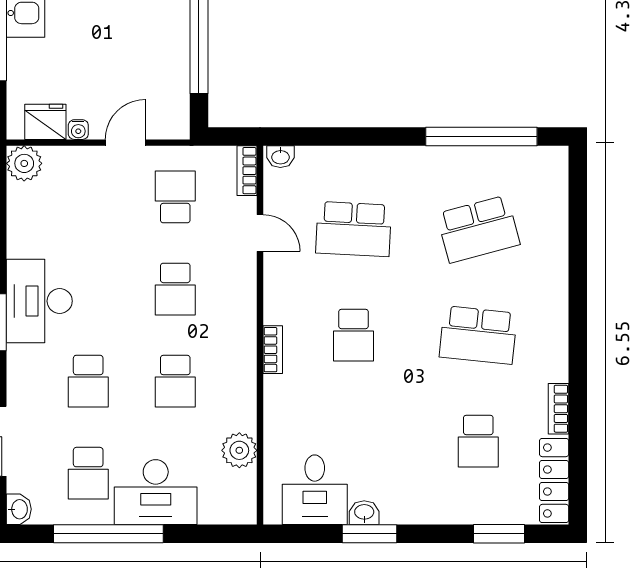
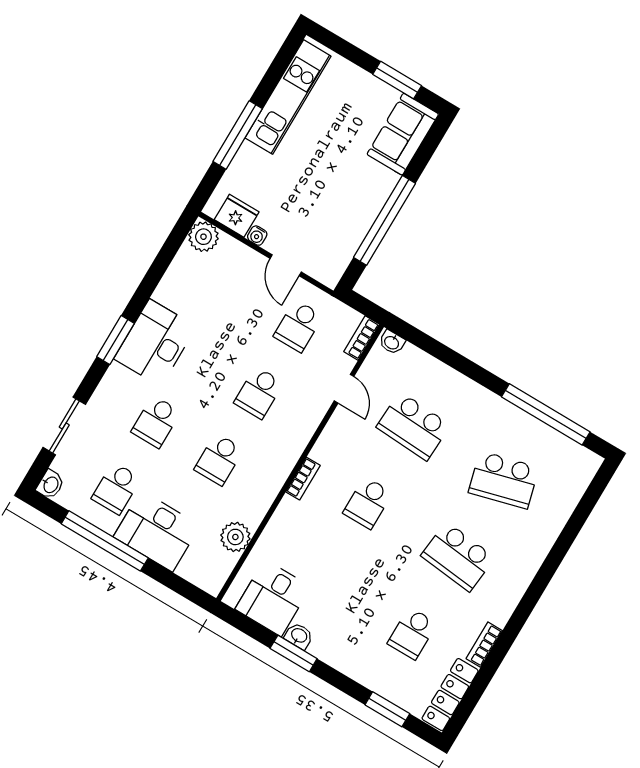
door: (125, 143) -> (286, 265), swing flipped
school desk: (175, 197) -> (298, 326), turned 180

